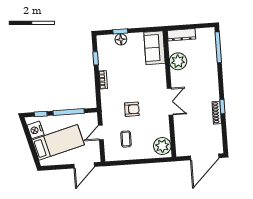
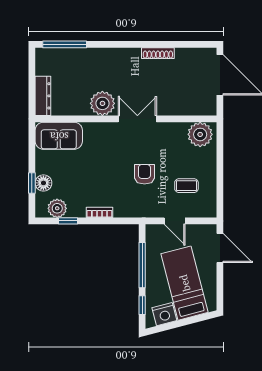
plant: (104, 50) -> (57, 208), added
plant: (178, 61) -> (102, 103), moved
window: (222, 107) -> (150, 44), removed

